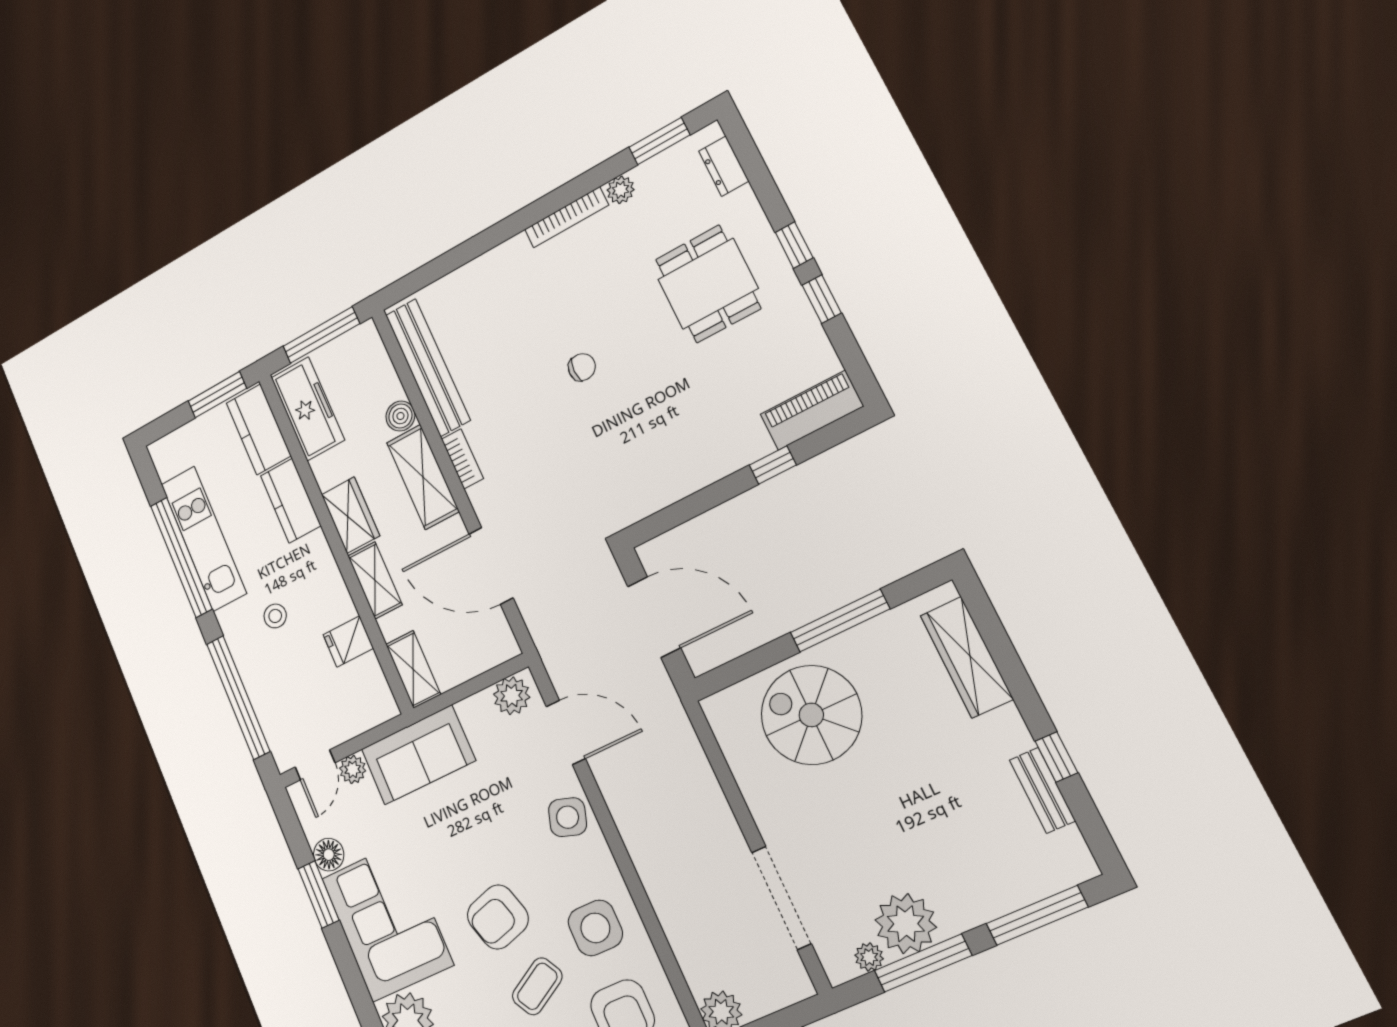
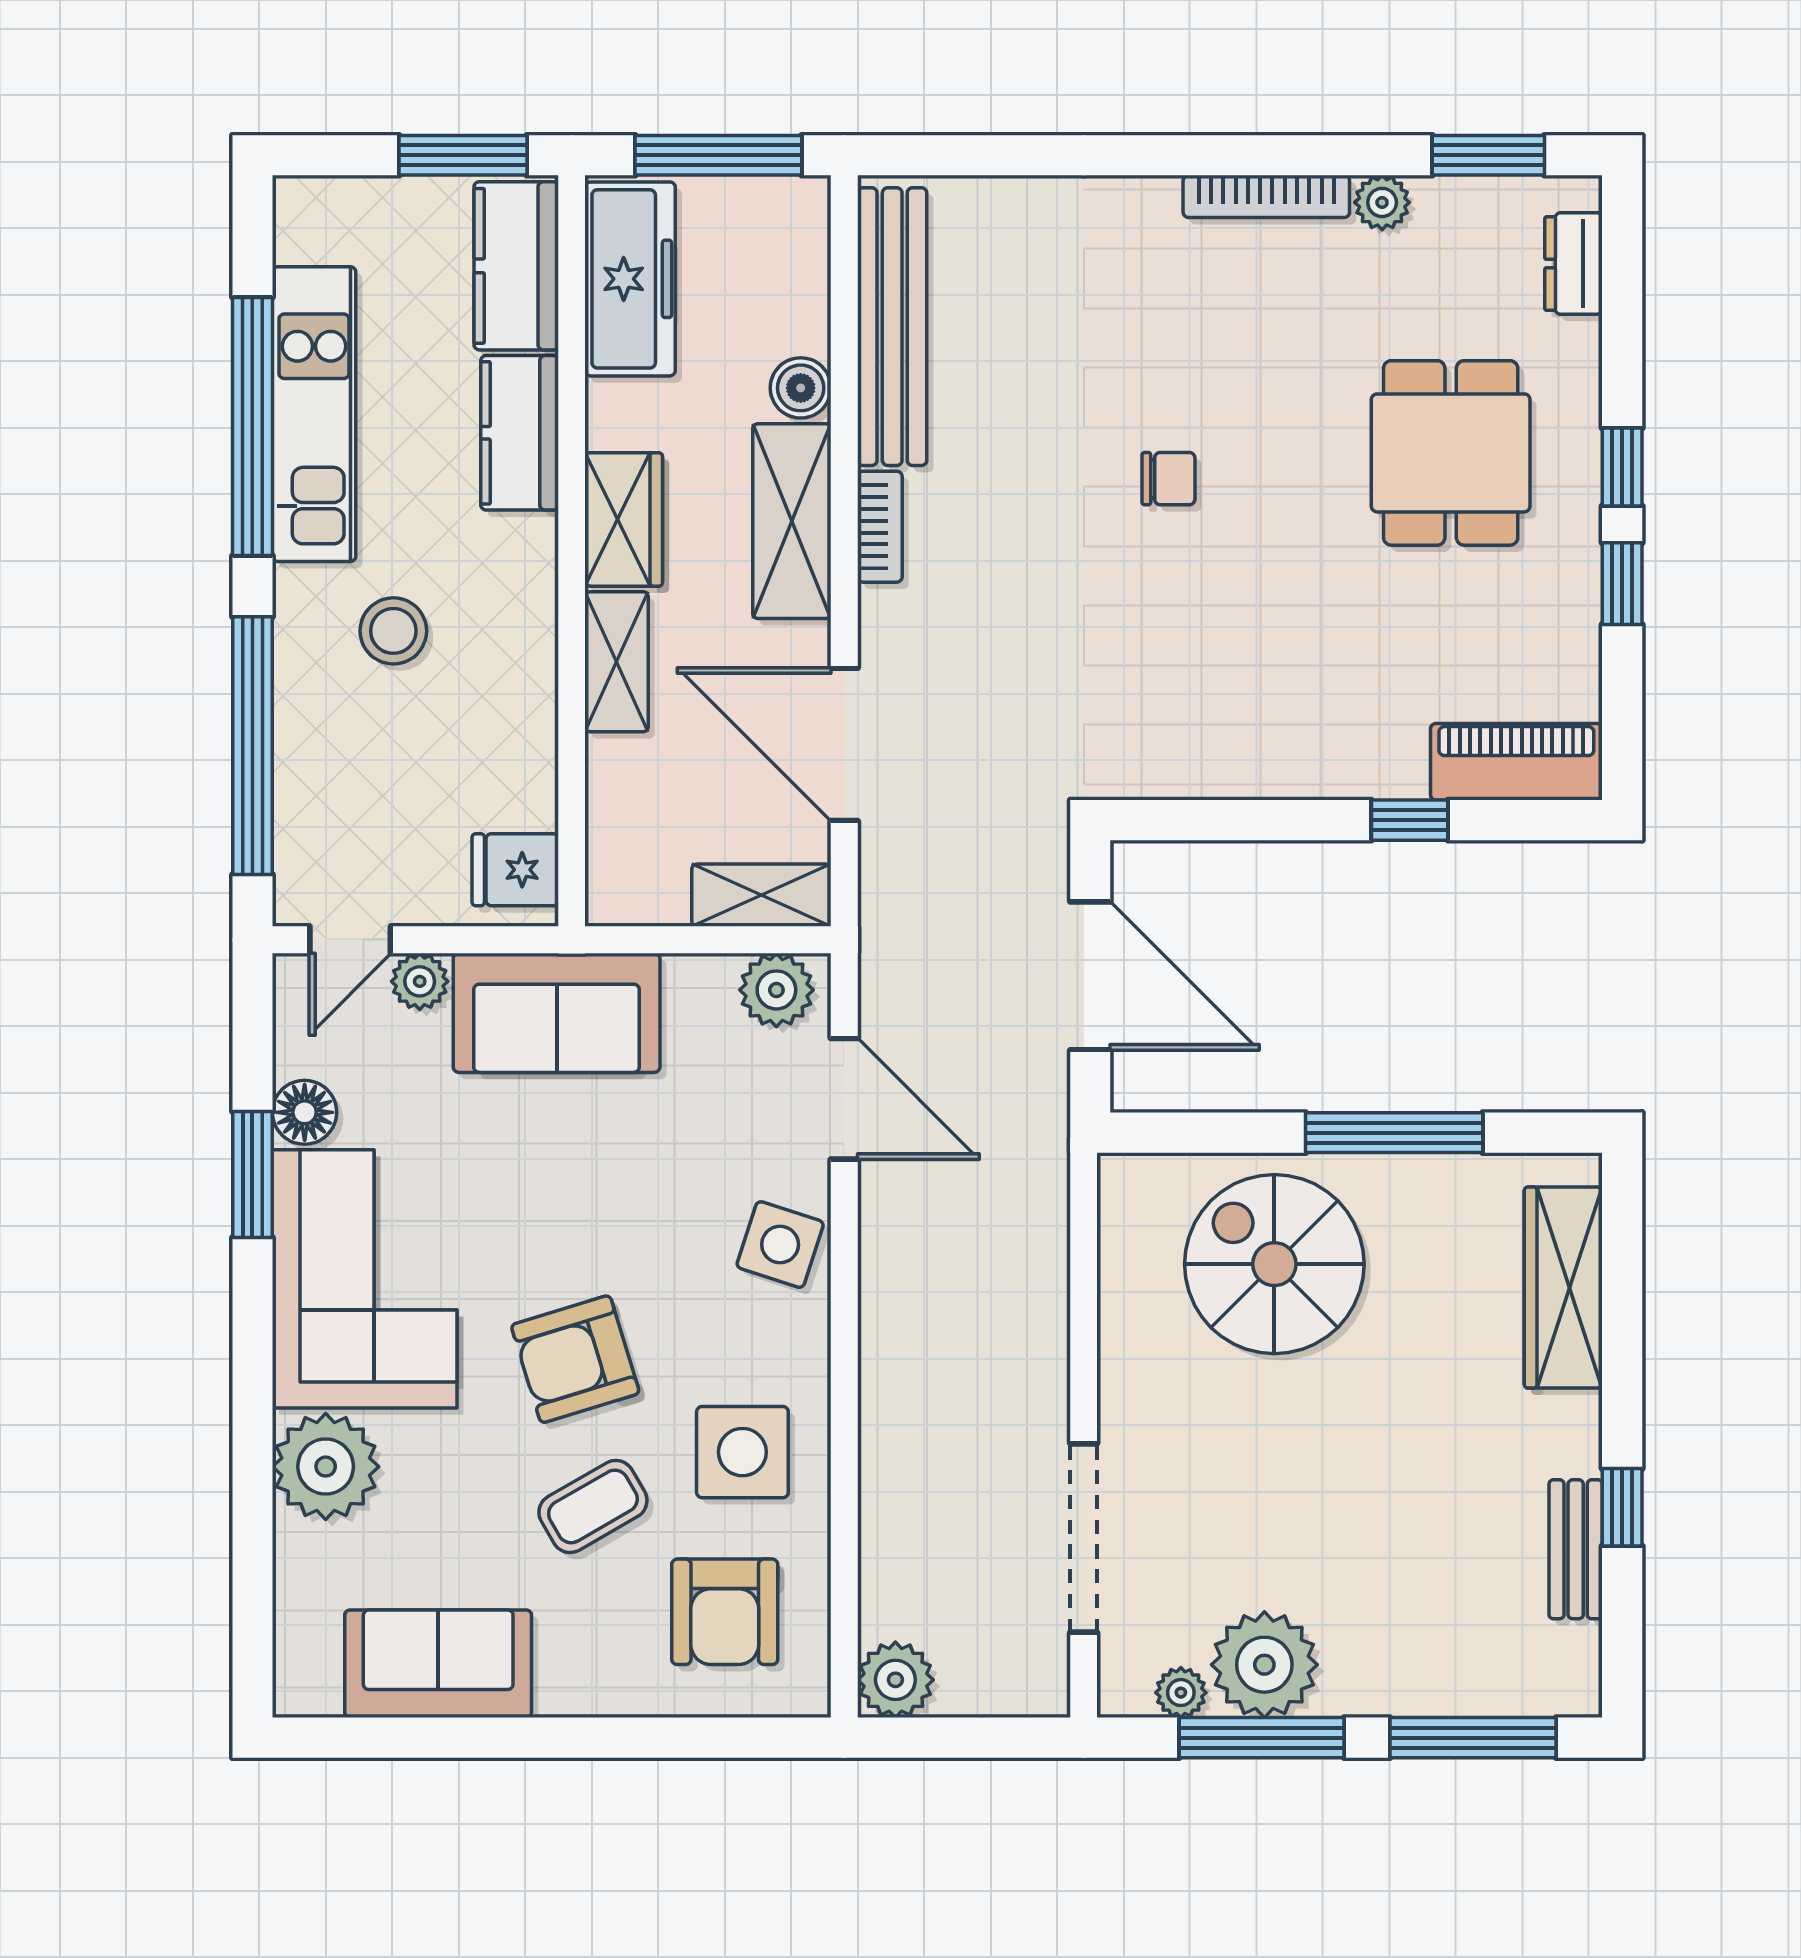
stool: (275, 616) -> (393, 631), width x1.37, depth x1.37
fridge: (348, 642) -> (515, 870), moved
shelving: (413, 669) -> (761, 895), moved, turned 90

